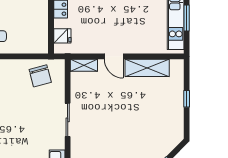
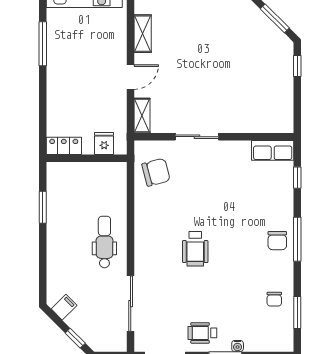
shelving: (147, 68) -> (143, 34), width x0.67, depth x0.75
sliding door: (68, 120) -> (197, 137), moved

